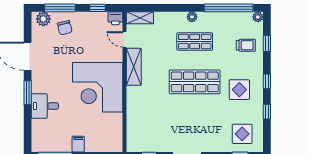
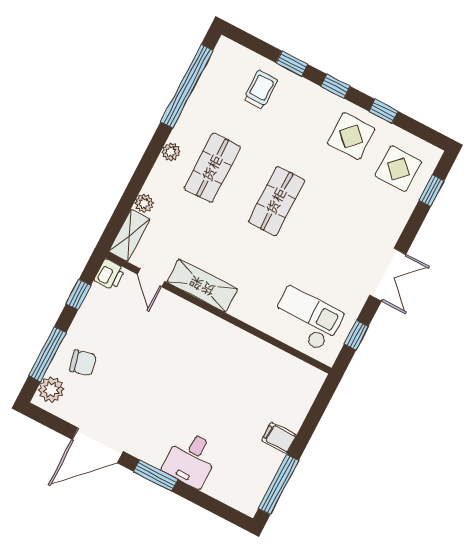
plant: (258, 17) -> (144, 203), moved
door: (124, 39) -> (151, 278), hinge flipped
window: (267, 43) -> (292, 64), moved
shop shelf: (195, 82) -> (276, 201), width x0.70, depth x0.74
corner desk: (98, 87) -> (205, 360), removed
display table: (239, 90) -> (351, 136), moved
checkout: (144, 127) -> (307, 319), added

